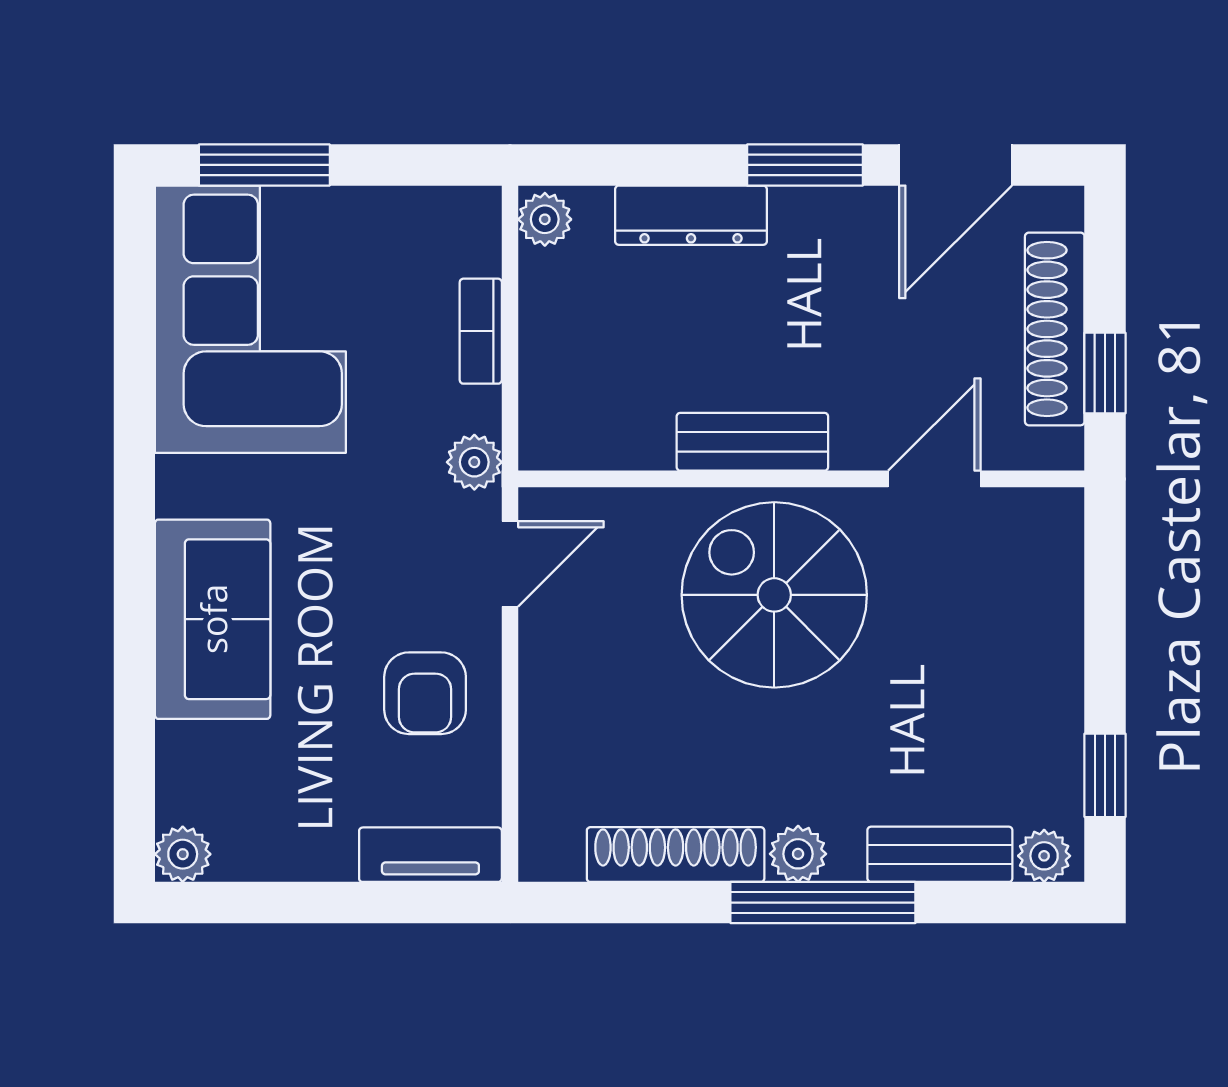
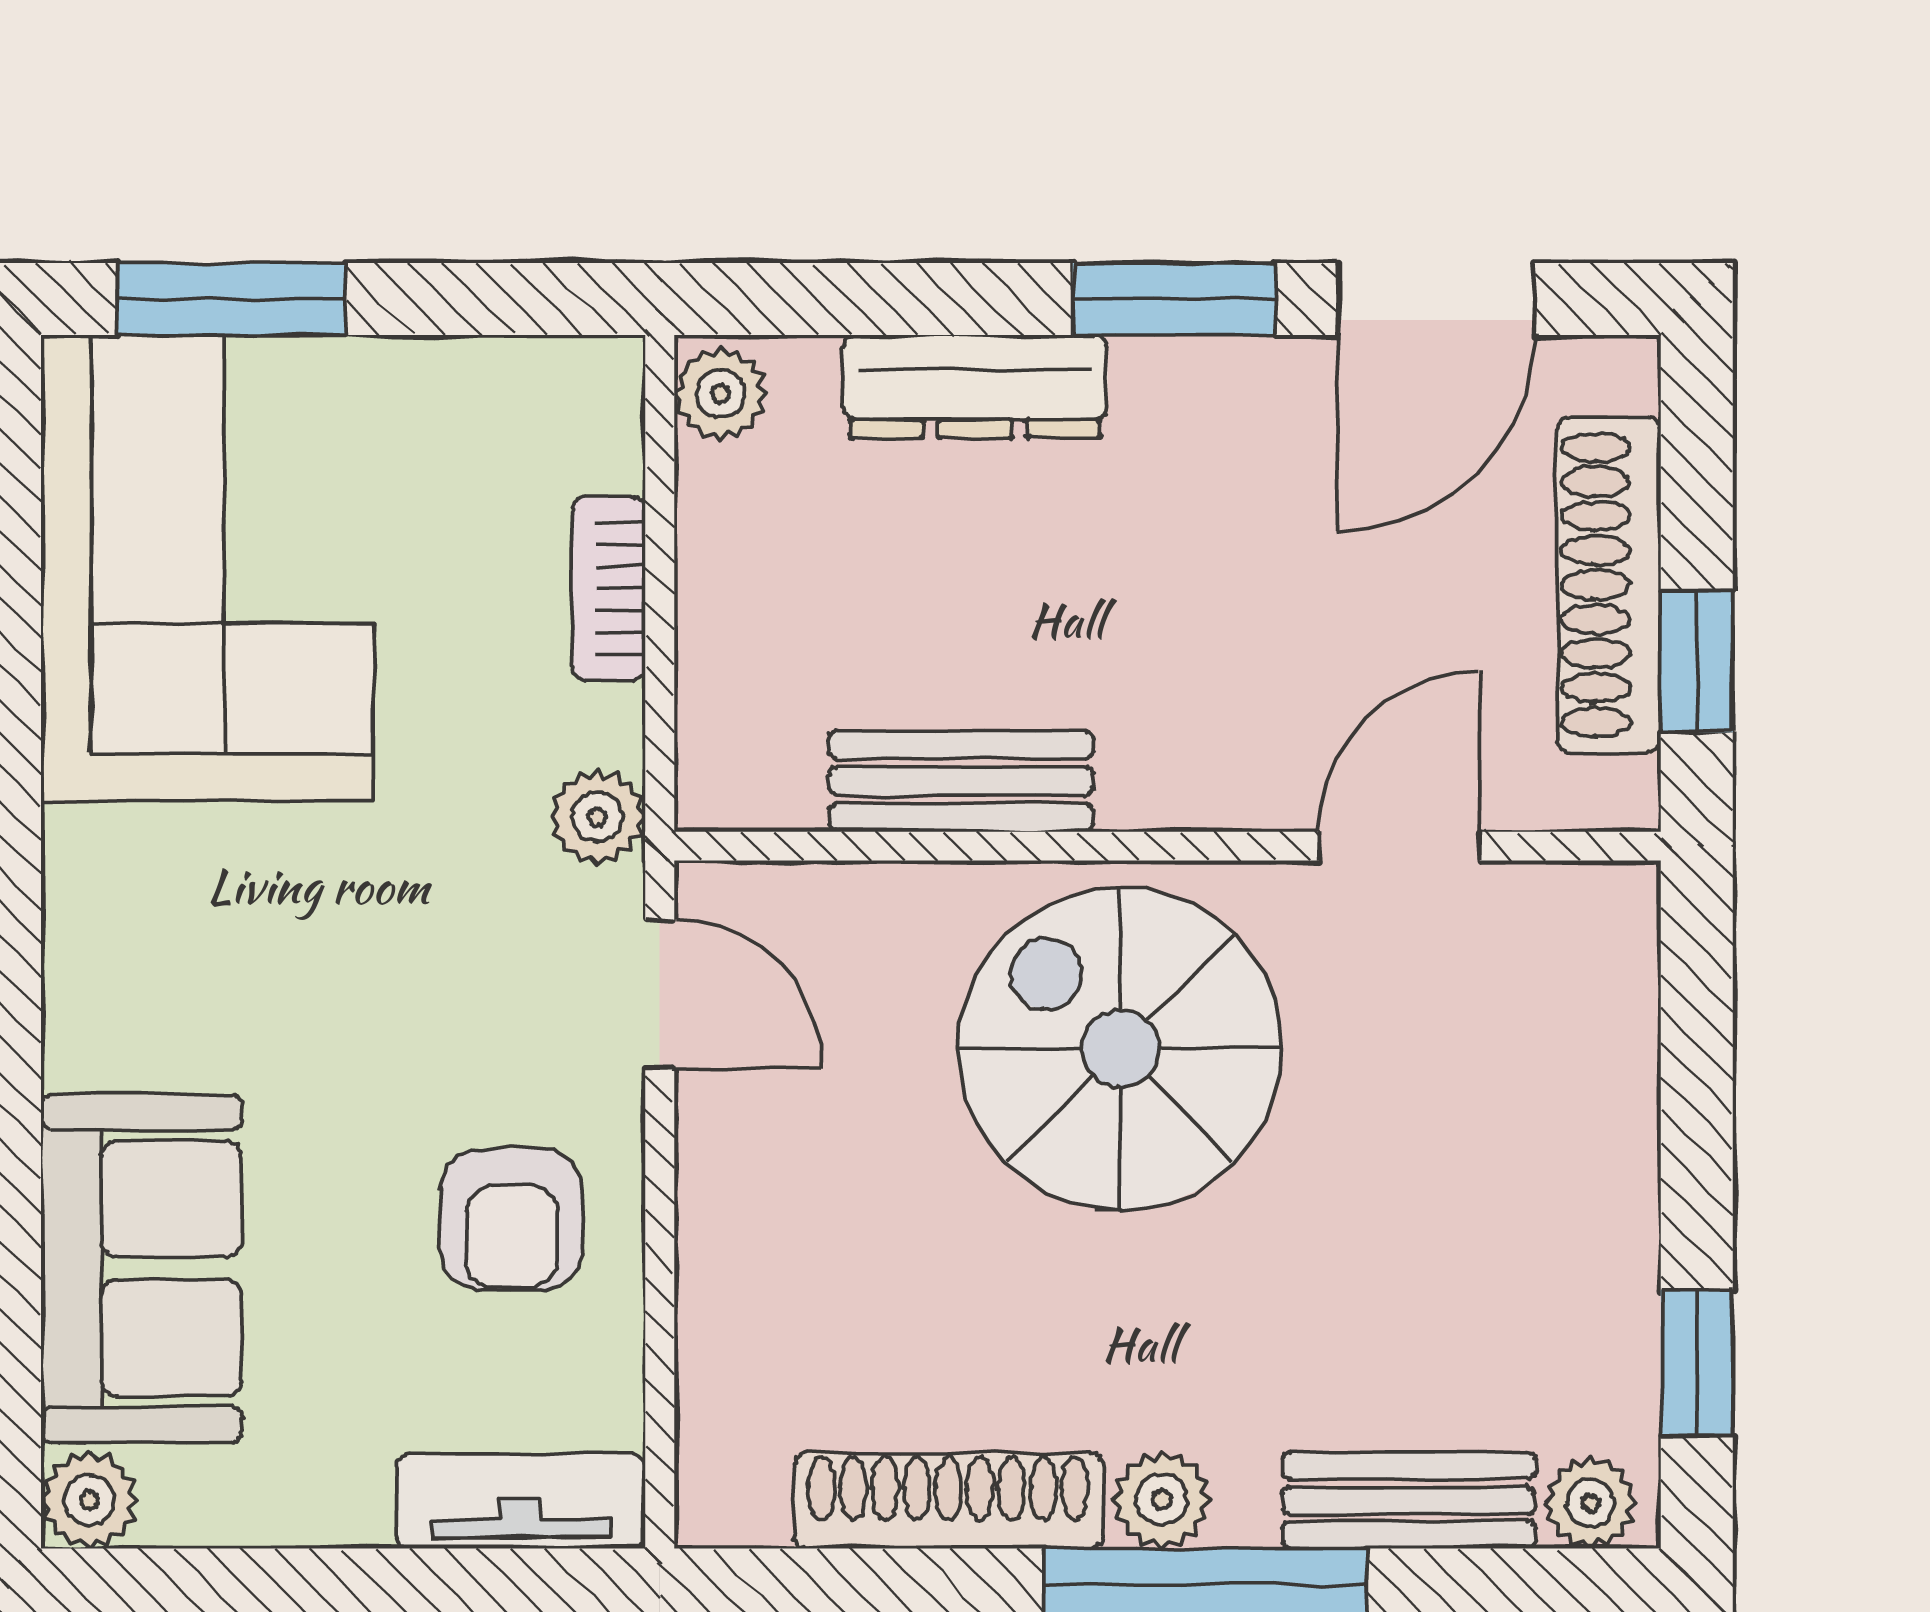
bench: (752, 442) -> (961, 781), moved
door: (510, 564) -> (660, 994), hinge flipped
sofa: (213, 619) -> (141, 1268), moved

